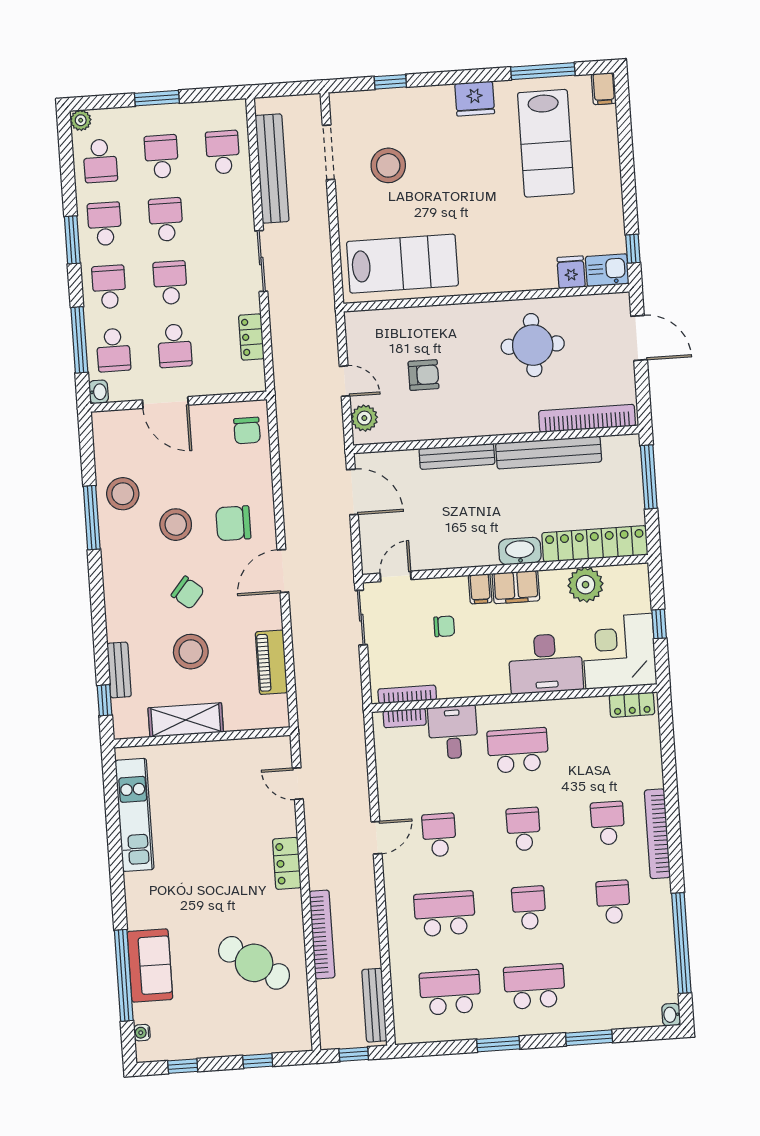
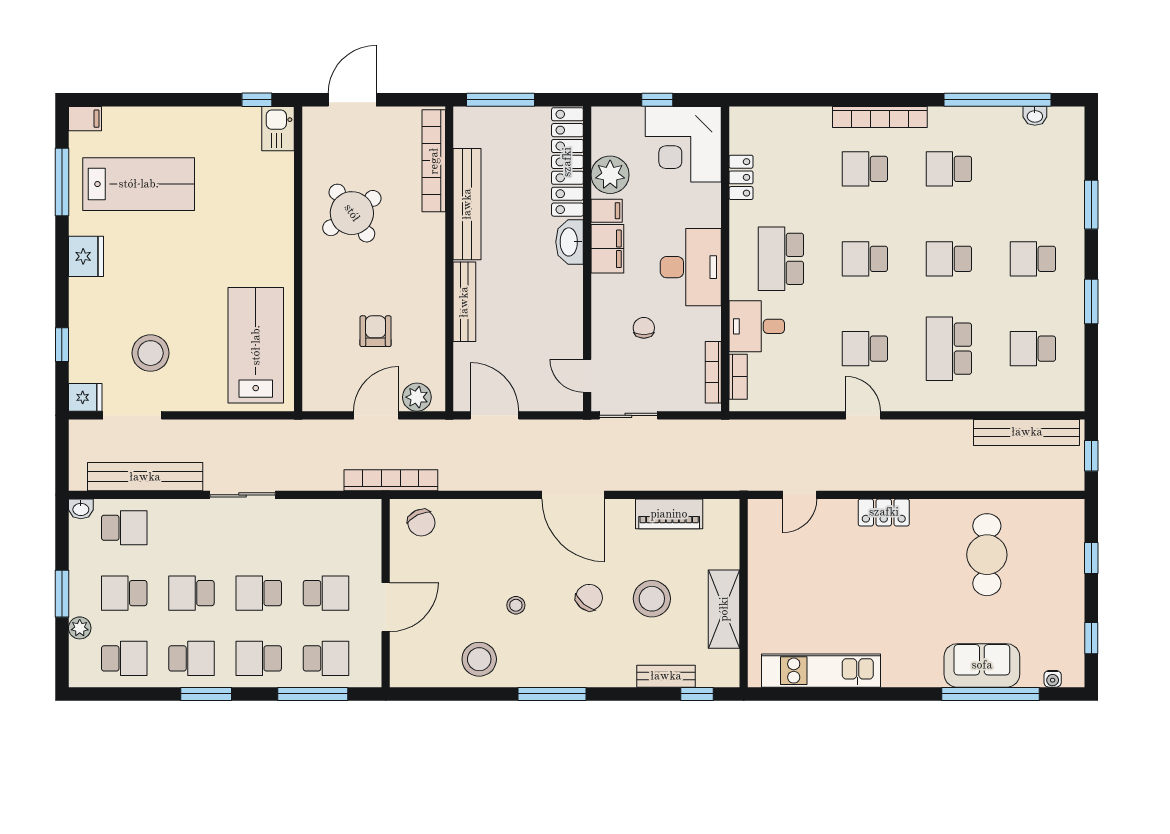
plant: (81, 120) -> (80, 628), moved
school desk: (223, 152) -> (124, 528), turned 180
school desk: (105, 224) -> (191, 658), turned 180
fridge: (571, 272) -> (85, 397), moved, turned 180
locker: (251, 337) -> (322, 511), removed
round table: (533, 345) -> (352, 213), turned -35
door: (345, 381) -> (376, 415), width x1.38
washbasin: (99, 392) -> (81, 509), moved, turned 180
chair: (247, 431) -> (421, 523), turned 64
door: (352, 492) -> (494, 415), hinge flipped
window: (92, 518) -> (552, 694), moved
chair: (233, 523) -> (519, 544), removed
stool: (176, 525) -> (516, 605), width x0.53, depth x0.53
door: (283, 571) -> (573, 495), width x1.36
filing cabinet: (480, 589) -> (607, 211), moved
desk: (546, 663) -> (691, 267), moved
locker: (632, 705) -> (741, 177), moved
bookcase: (322, 934) -> (391, 480), moved
cafe table: (254, 963) -> (987, 555), turned -34
school desk: (534, 987) -> (1033, 259), width x0.54
school desk: (450, 992) -> (1033, 349), width x0.54
bench: (374, 1005) -> (1027, 432), width x1.37, depth x1.21
washbasin: (671, 1015) -> (1035, 116), moved

